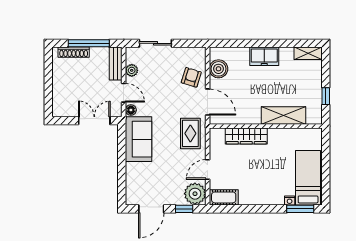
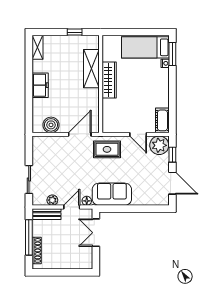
armchair: (191, 77) -> (58, 149), removed
wardrobe: (246, 136) -> (109, 80), moved

